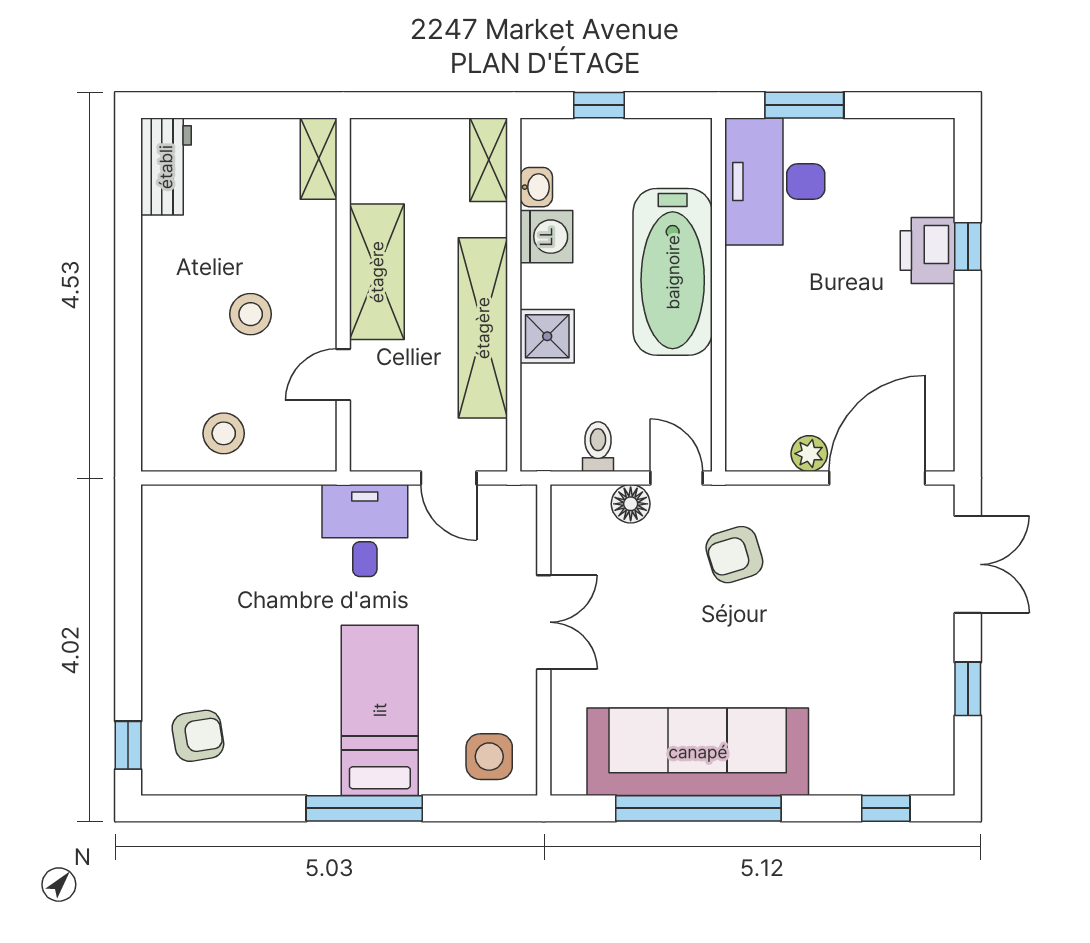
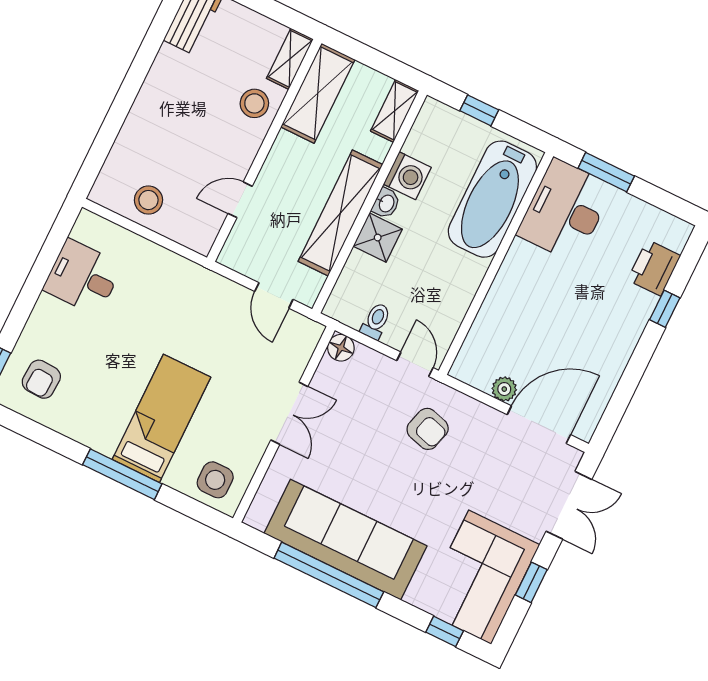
washbasin: (536, 187) -> (386, 203), moved
printer: (928, 251) -> (654, 268), moved
shelving: (377, 272) -> (318, 93), moved
bathtub: (673, 272) -> (492, 199), moved
stool: (251, 314) -> (254, 103), moved
floor lamp: (631, 504) -> (341, 348), moved
desk: (365, 531) -> (83, 277), moved, turned -90
armchair: (734, 555) -> (428, 429), turned -147
corner sofa: (897, 715) -> (480, 577), added
armchair: (198, 736) -> (41, 379), turned 102

